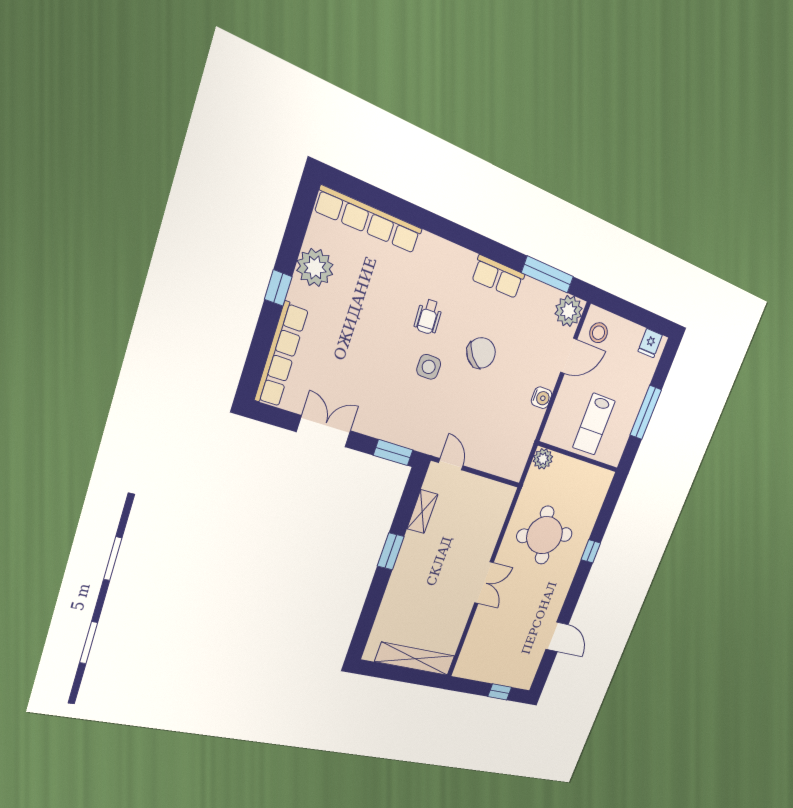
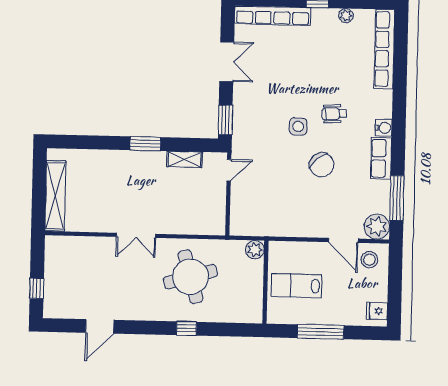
plant: (315, 268) -> (346, 16), width x0.53, depth x0.53
water cooler: (542, 398) -> (384, 128), moved, turned -90

